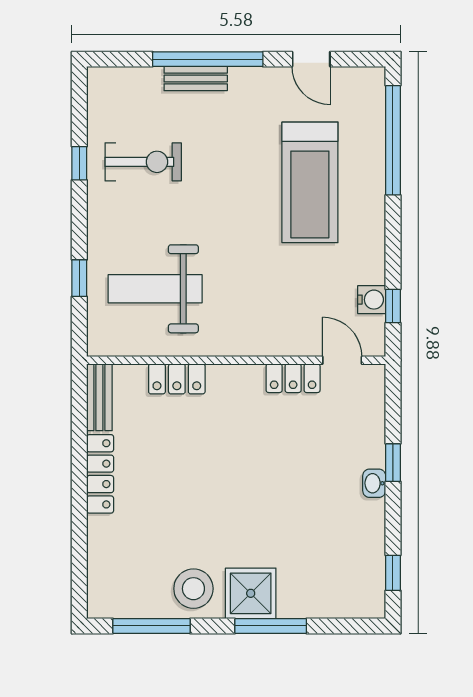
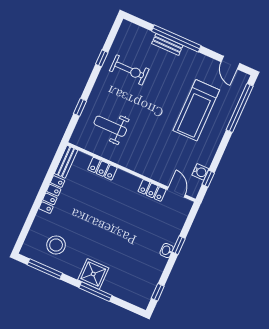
door: (311, 59) -> (230, 63), moved
weight bench: (155, 289) -> (110, 126), width x0.73, depth x0.75
stool: (193, 589) -> (56, 245), moved

